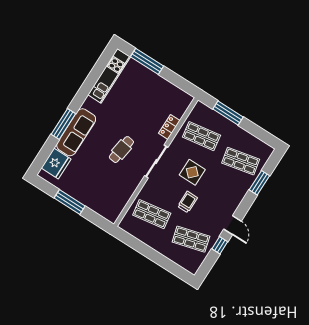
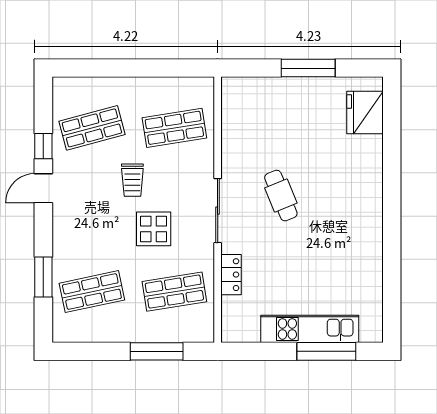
kitchen unit: (109, 76) -> (310, 329), moved, turned 90
window: (63, 124) -> (392, 178), removed
sofa: (76, 132) -> (365, 178), removed
cafe table: (121, 150) -> (281, 196), turned -30
door: (232, 225) -> (43, 188), hinge flipped

